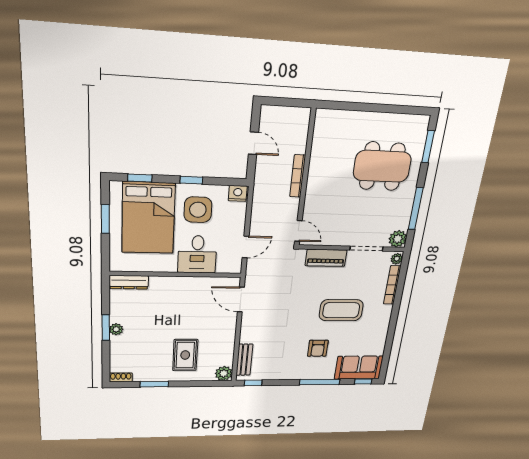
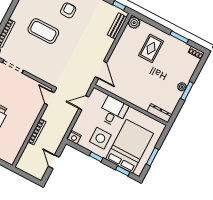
piano: (326, 258) -> (40, 72), removed

